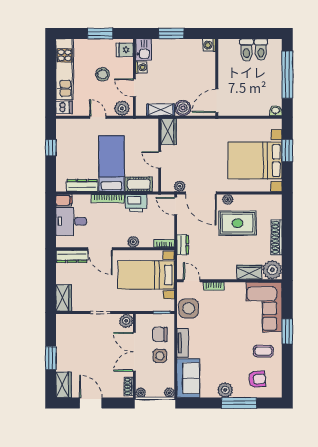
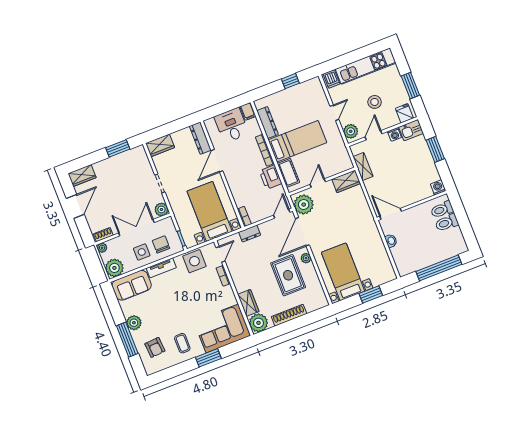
toilet: (261, 50) -> (442, 210), moved
boiler: (183, 108) -> (372, 186), removed
washbasin: (276, 111) -> (391, 241), moved
bed with nightstands: (255, 161) -> (343, 272), width x0.73
plant: (180, 186) -> (304, 205), width x1.87, depth x1.87
plant: (133, 242) -> (235, 188), removed
window: (51, 358) -> (118, 148), moved
plant: (169, 393) -> (114, 268), width x1.88, depth x1.88

